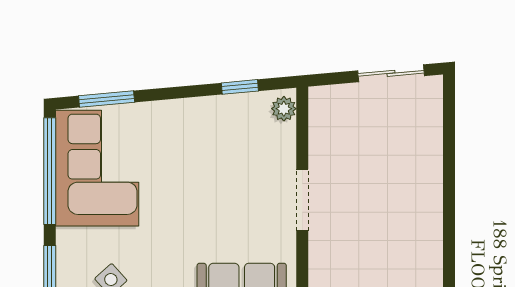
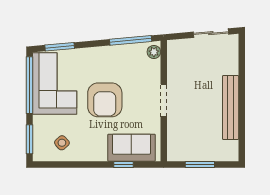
window: (240, 87) -> (131, 40), width x2.17
armchair: (192, 199) -> (105, 100), added
bench: (428, 213) -> (231, 108), added

